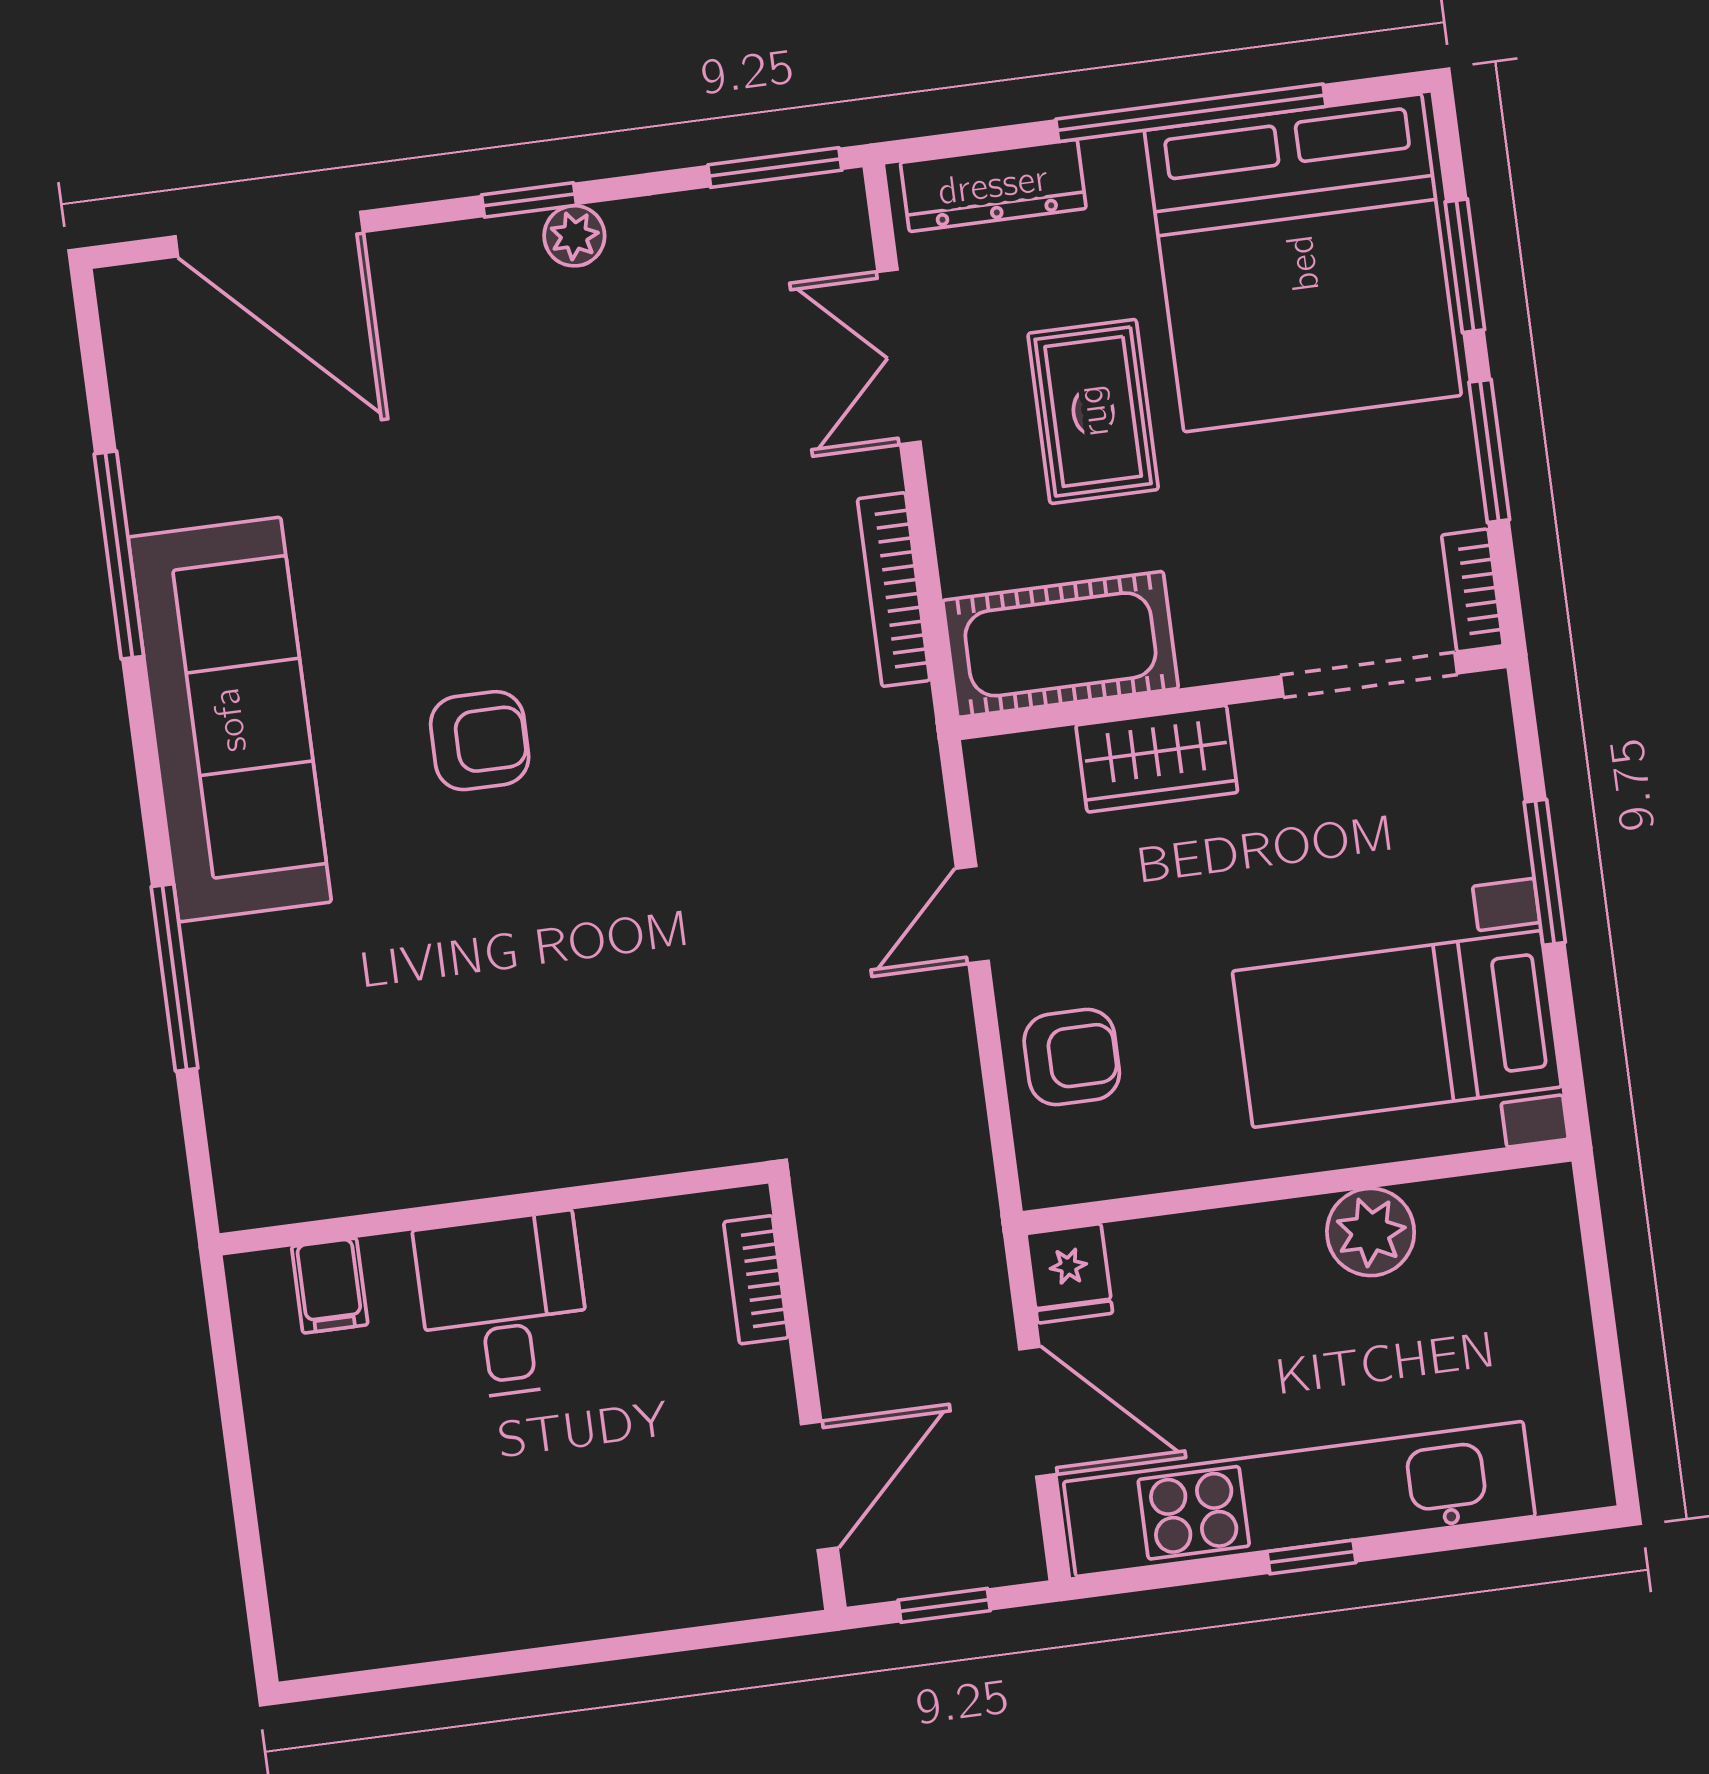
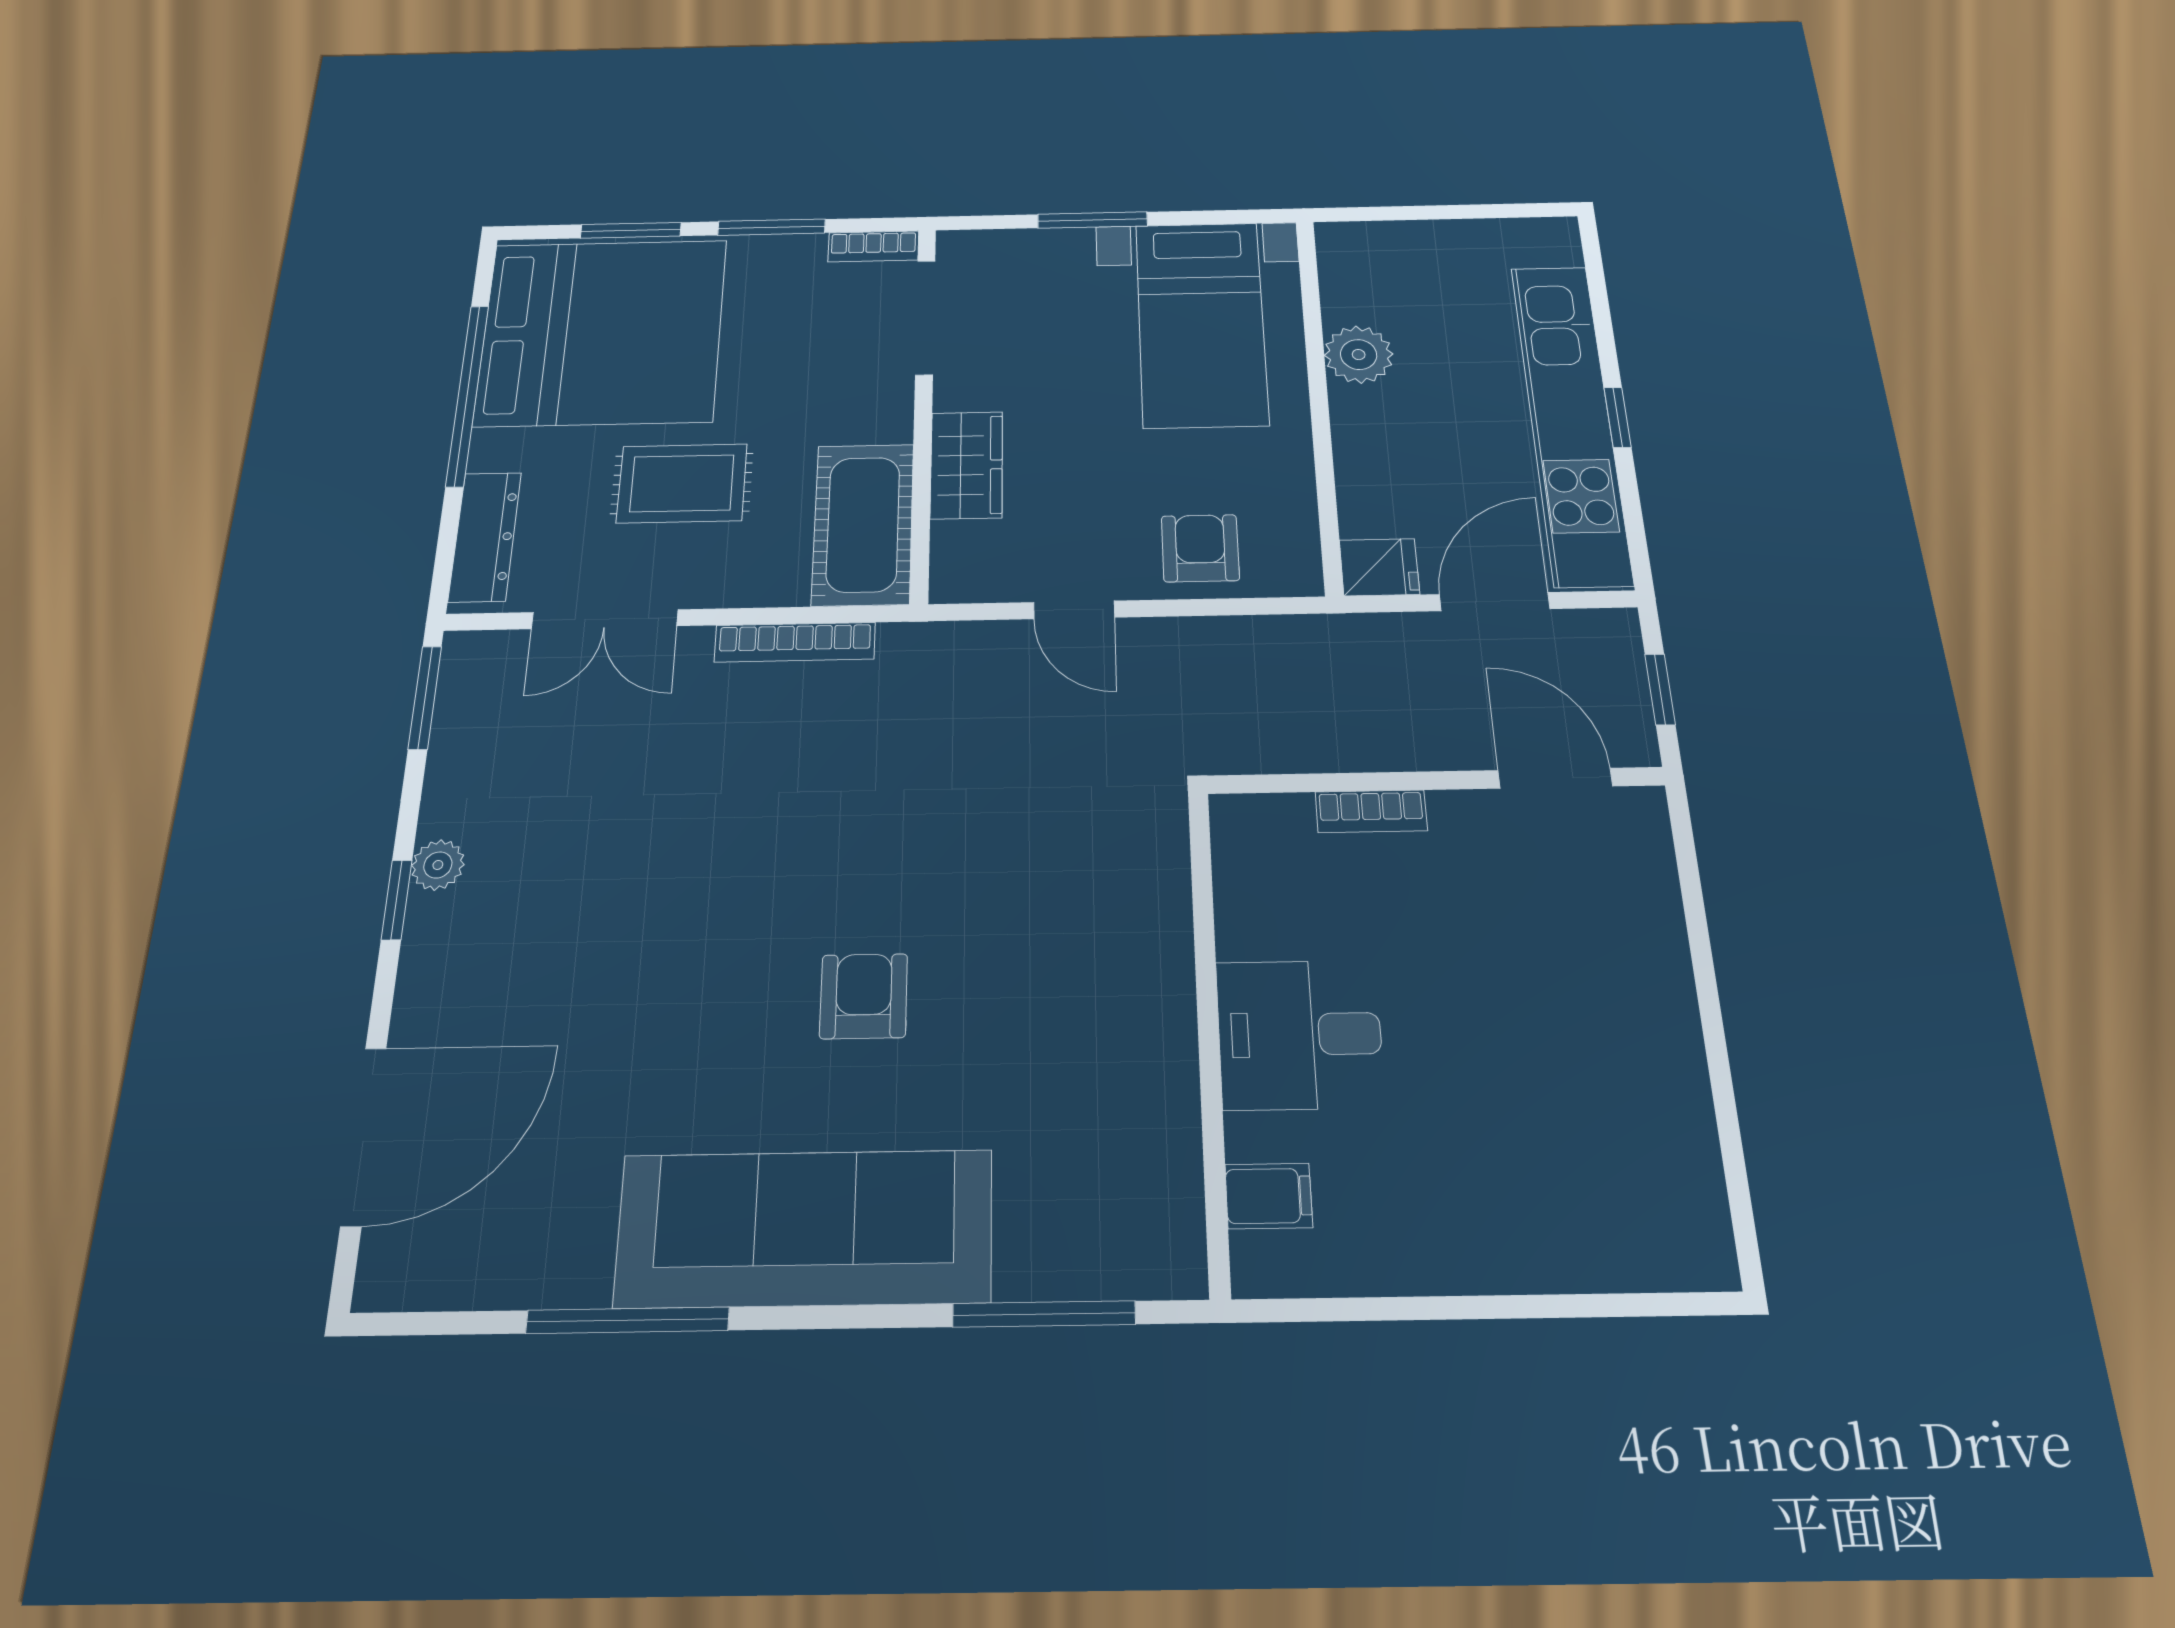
wall: (494, 1208) -> (1209, 1033), moved
filing cabinet: (330, 1286) -> (1269, 1196), moved
desk: (503, 1306) -> (1300, 1034), moved

